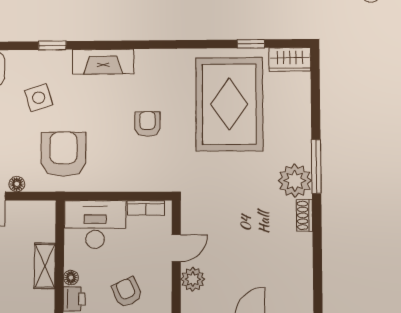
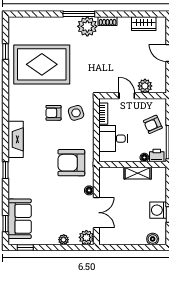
wardrobe: (290, 59) -> (144, 24), moved, turned 90
side table: (39, 98) -> (76, 113), moved
desk: (95, 224) -> (113, 139), width x0.73

